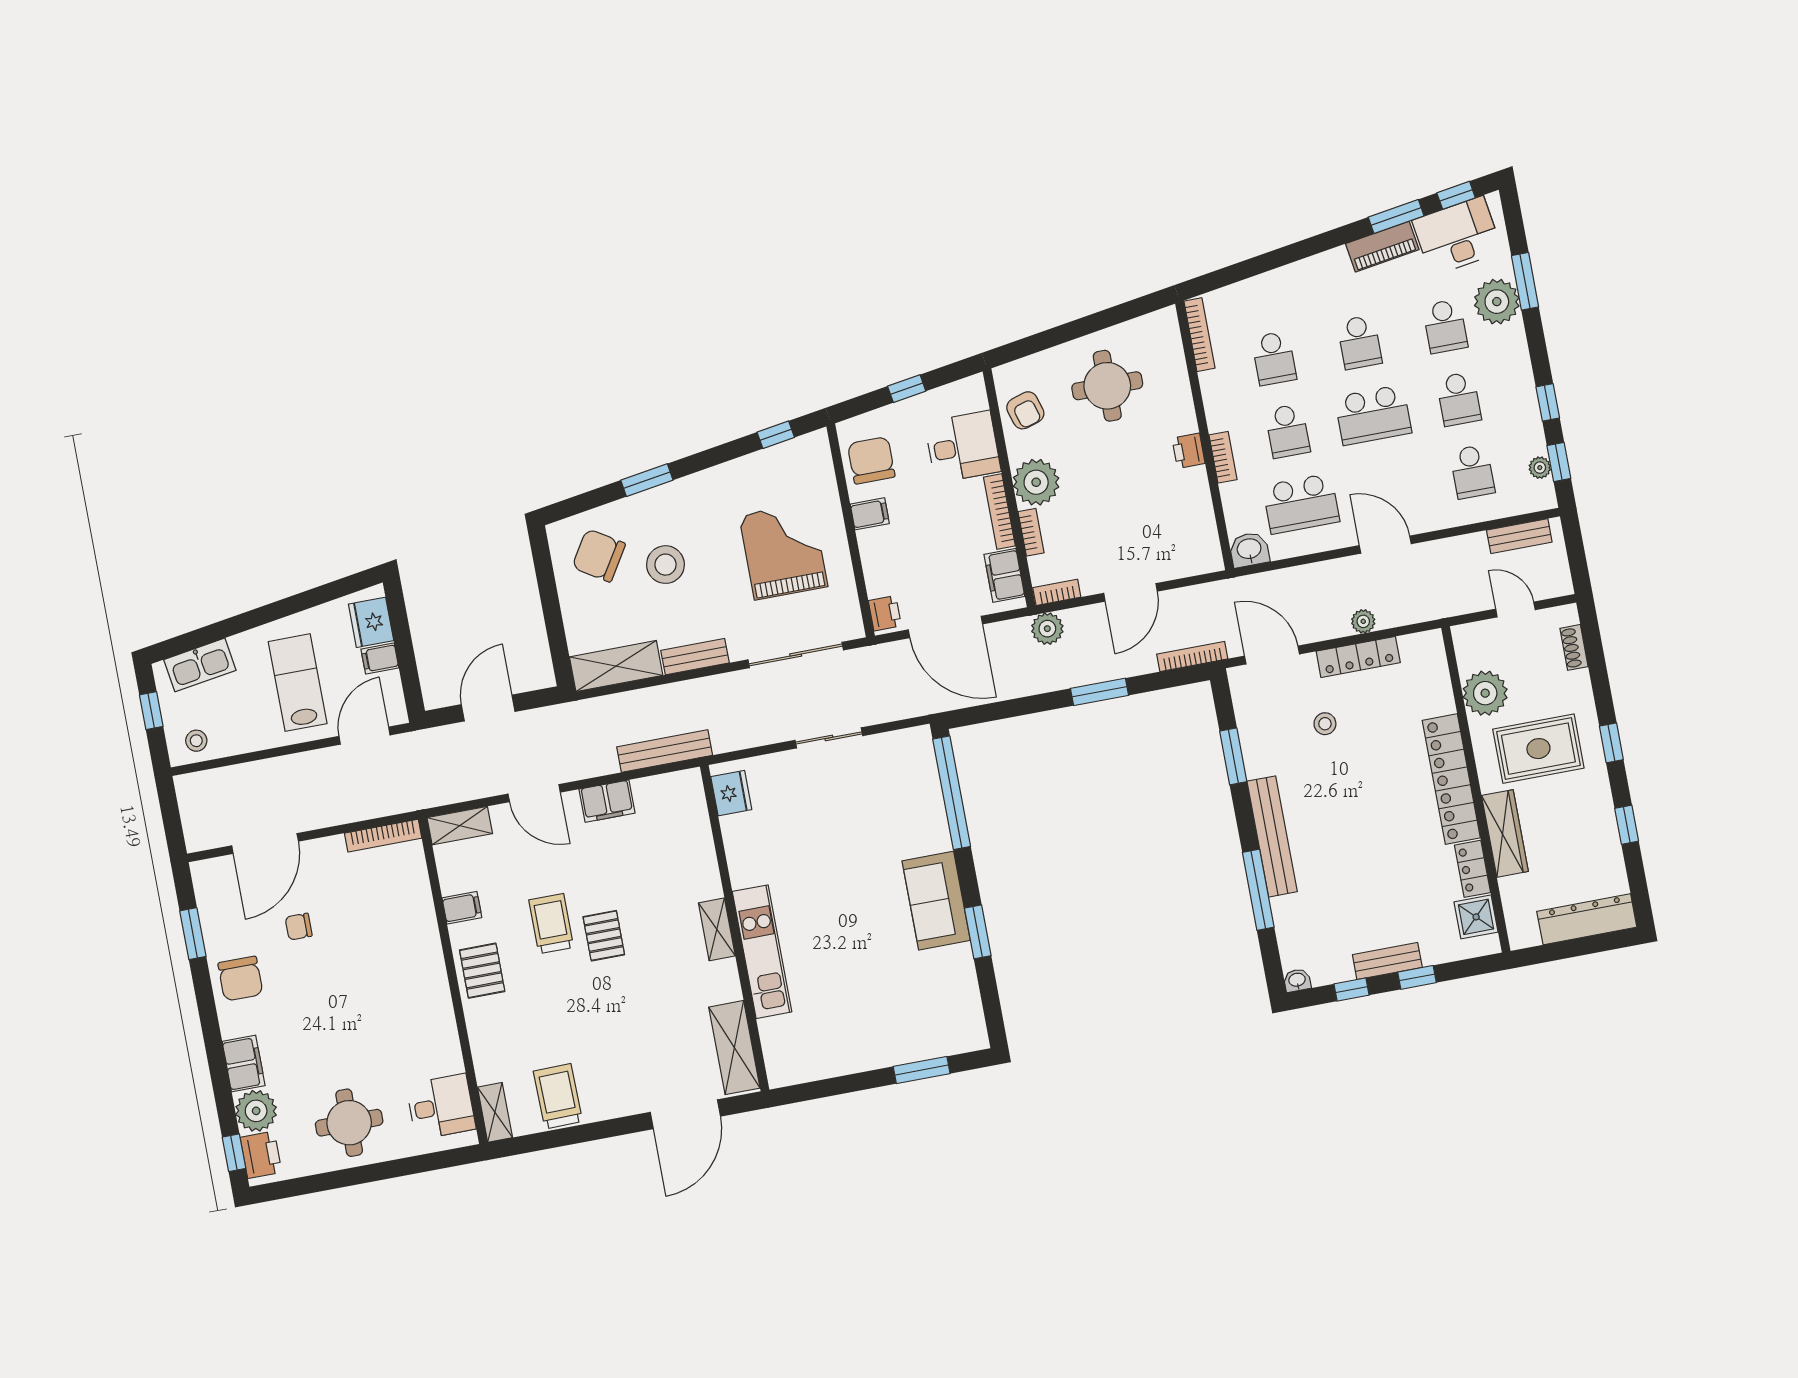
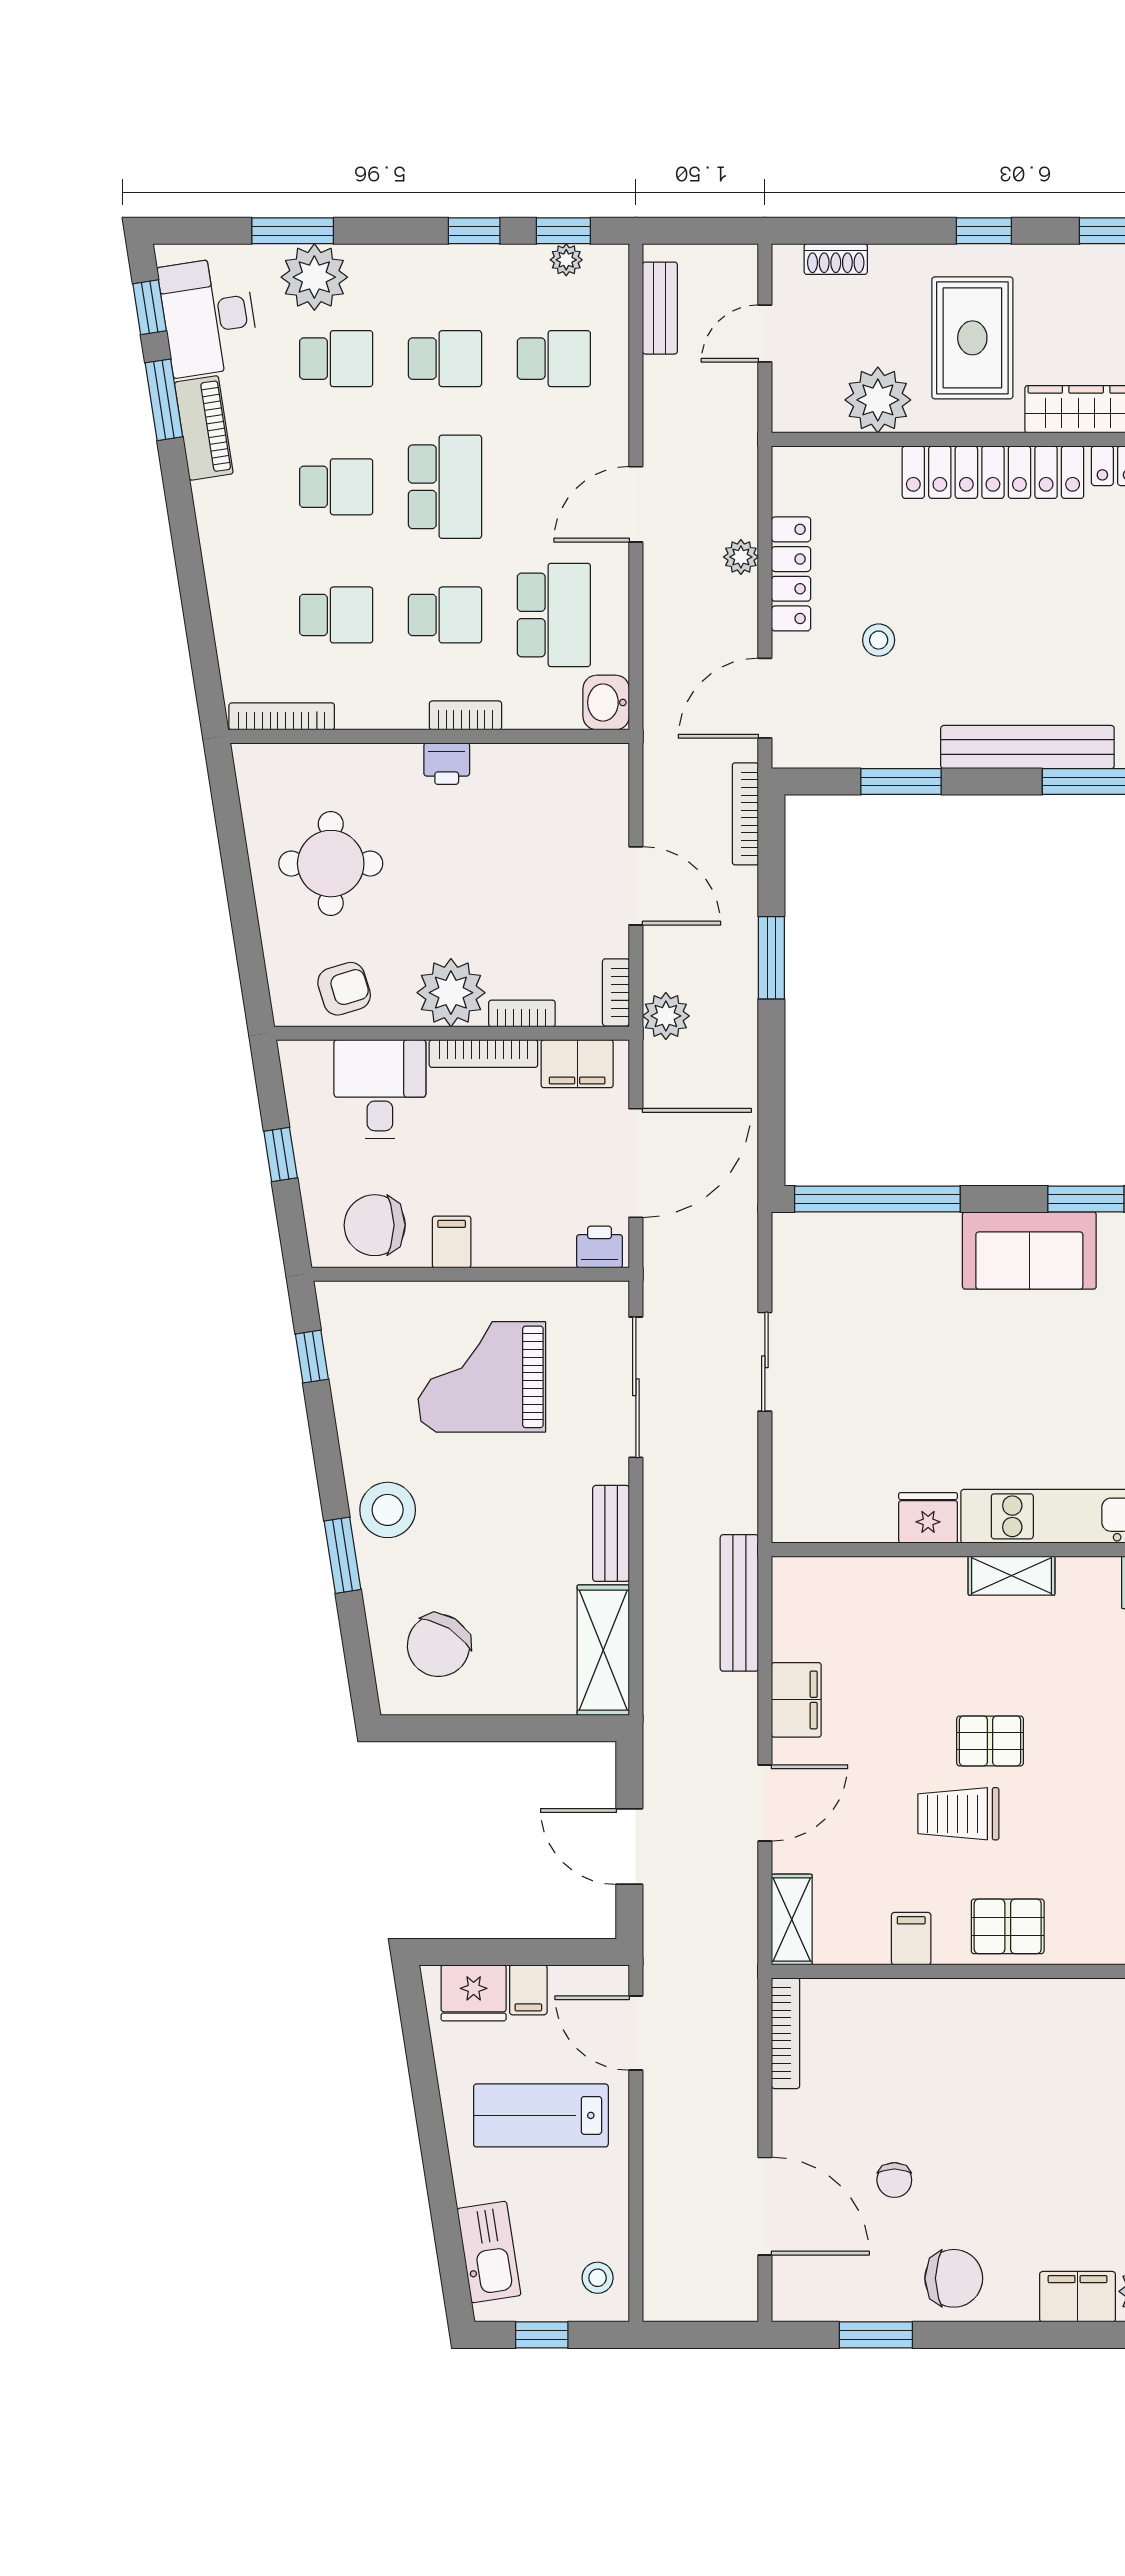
stool: (665, 565) -> (388, 1510), moved
fridge: (731, 793) -> (928, 1518), moved

